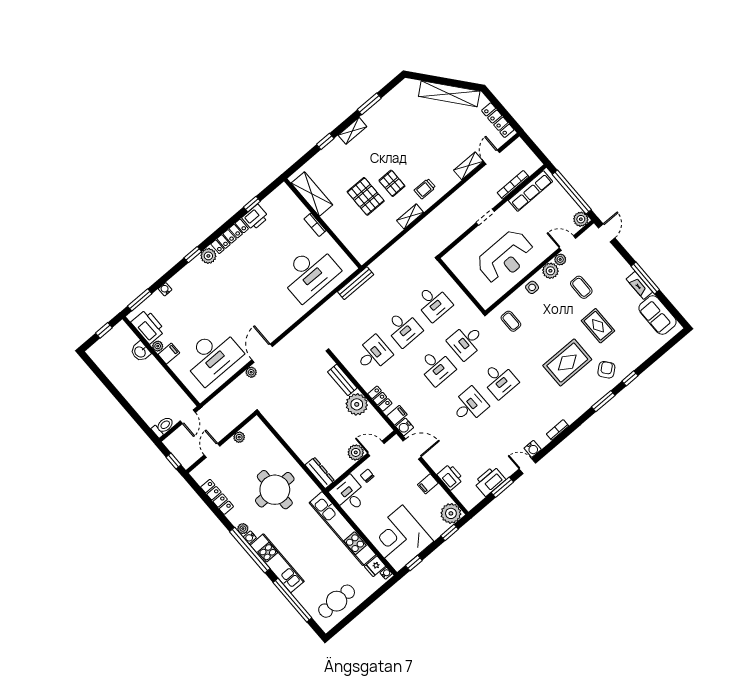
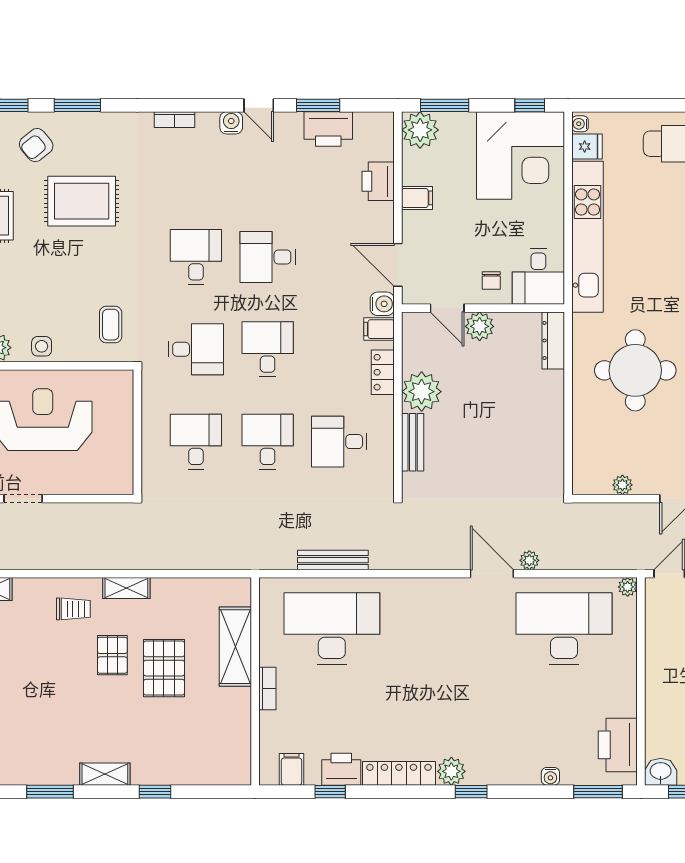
shelving: (312, 194) -> (235, 647), moved
bench: (356, 283) -> (333, 560), moved
plant: (158, 346) -> (628, 587), moved
washbasin: (140, 352) -> (661, 772), moved, turned -90
door: (262, 353) -> (492, 574), swing flipped
filing cabinet: (169, 354) -> (292, 769), moved, turned 90
window: (449, 533) -> (445, 105), width x1.50

